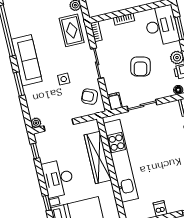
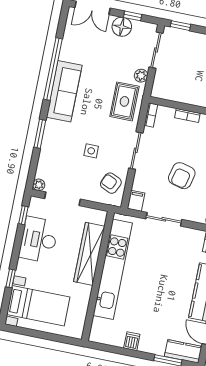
sofa: (27, 60) -> (64, 91), moved
desk: (58, 178) -> (39, 240), moved

